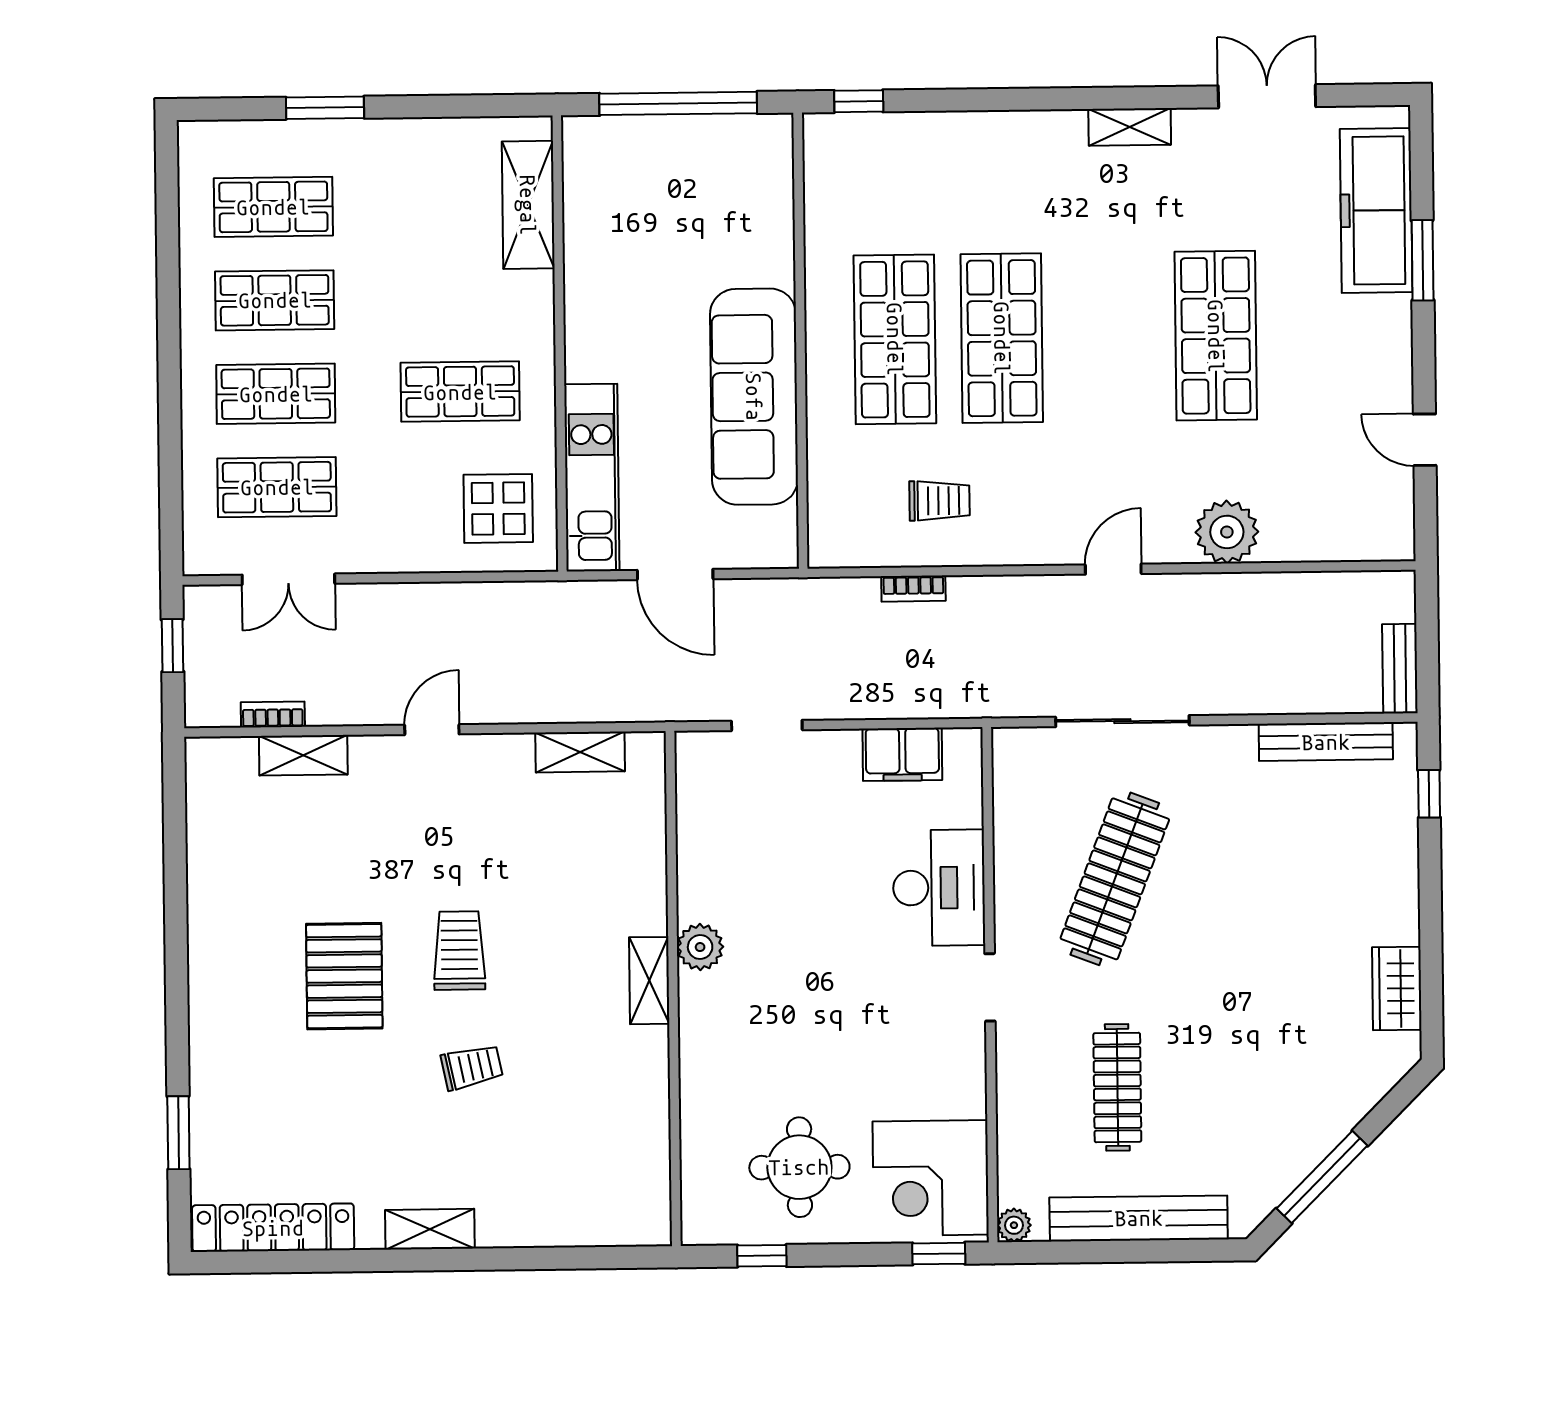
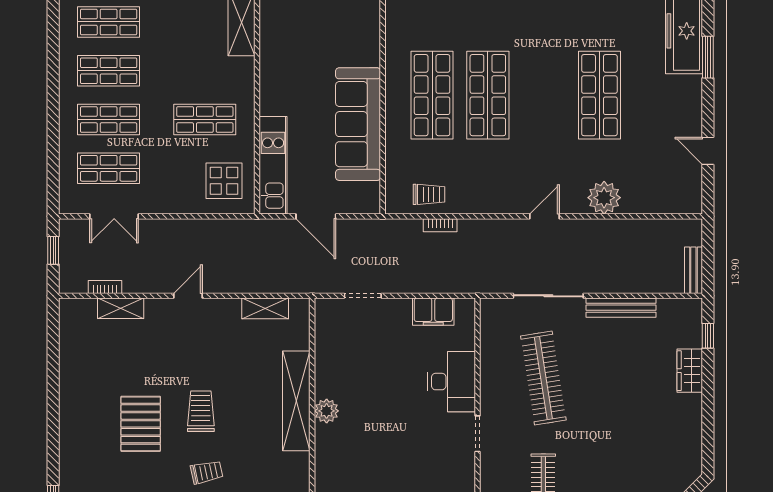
trolley: (940, 501) -> (429, 194), moved
bench: (1326, 742) -> (621, 308), moved
clothes rail: (1115, 879) -> (543, 378), turned -30
shelving: (649, 981) -> (296, 401), width x2.20, depth x1.33
wardrobe: (1397, 988) -> (690, 371), moved

